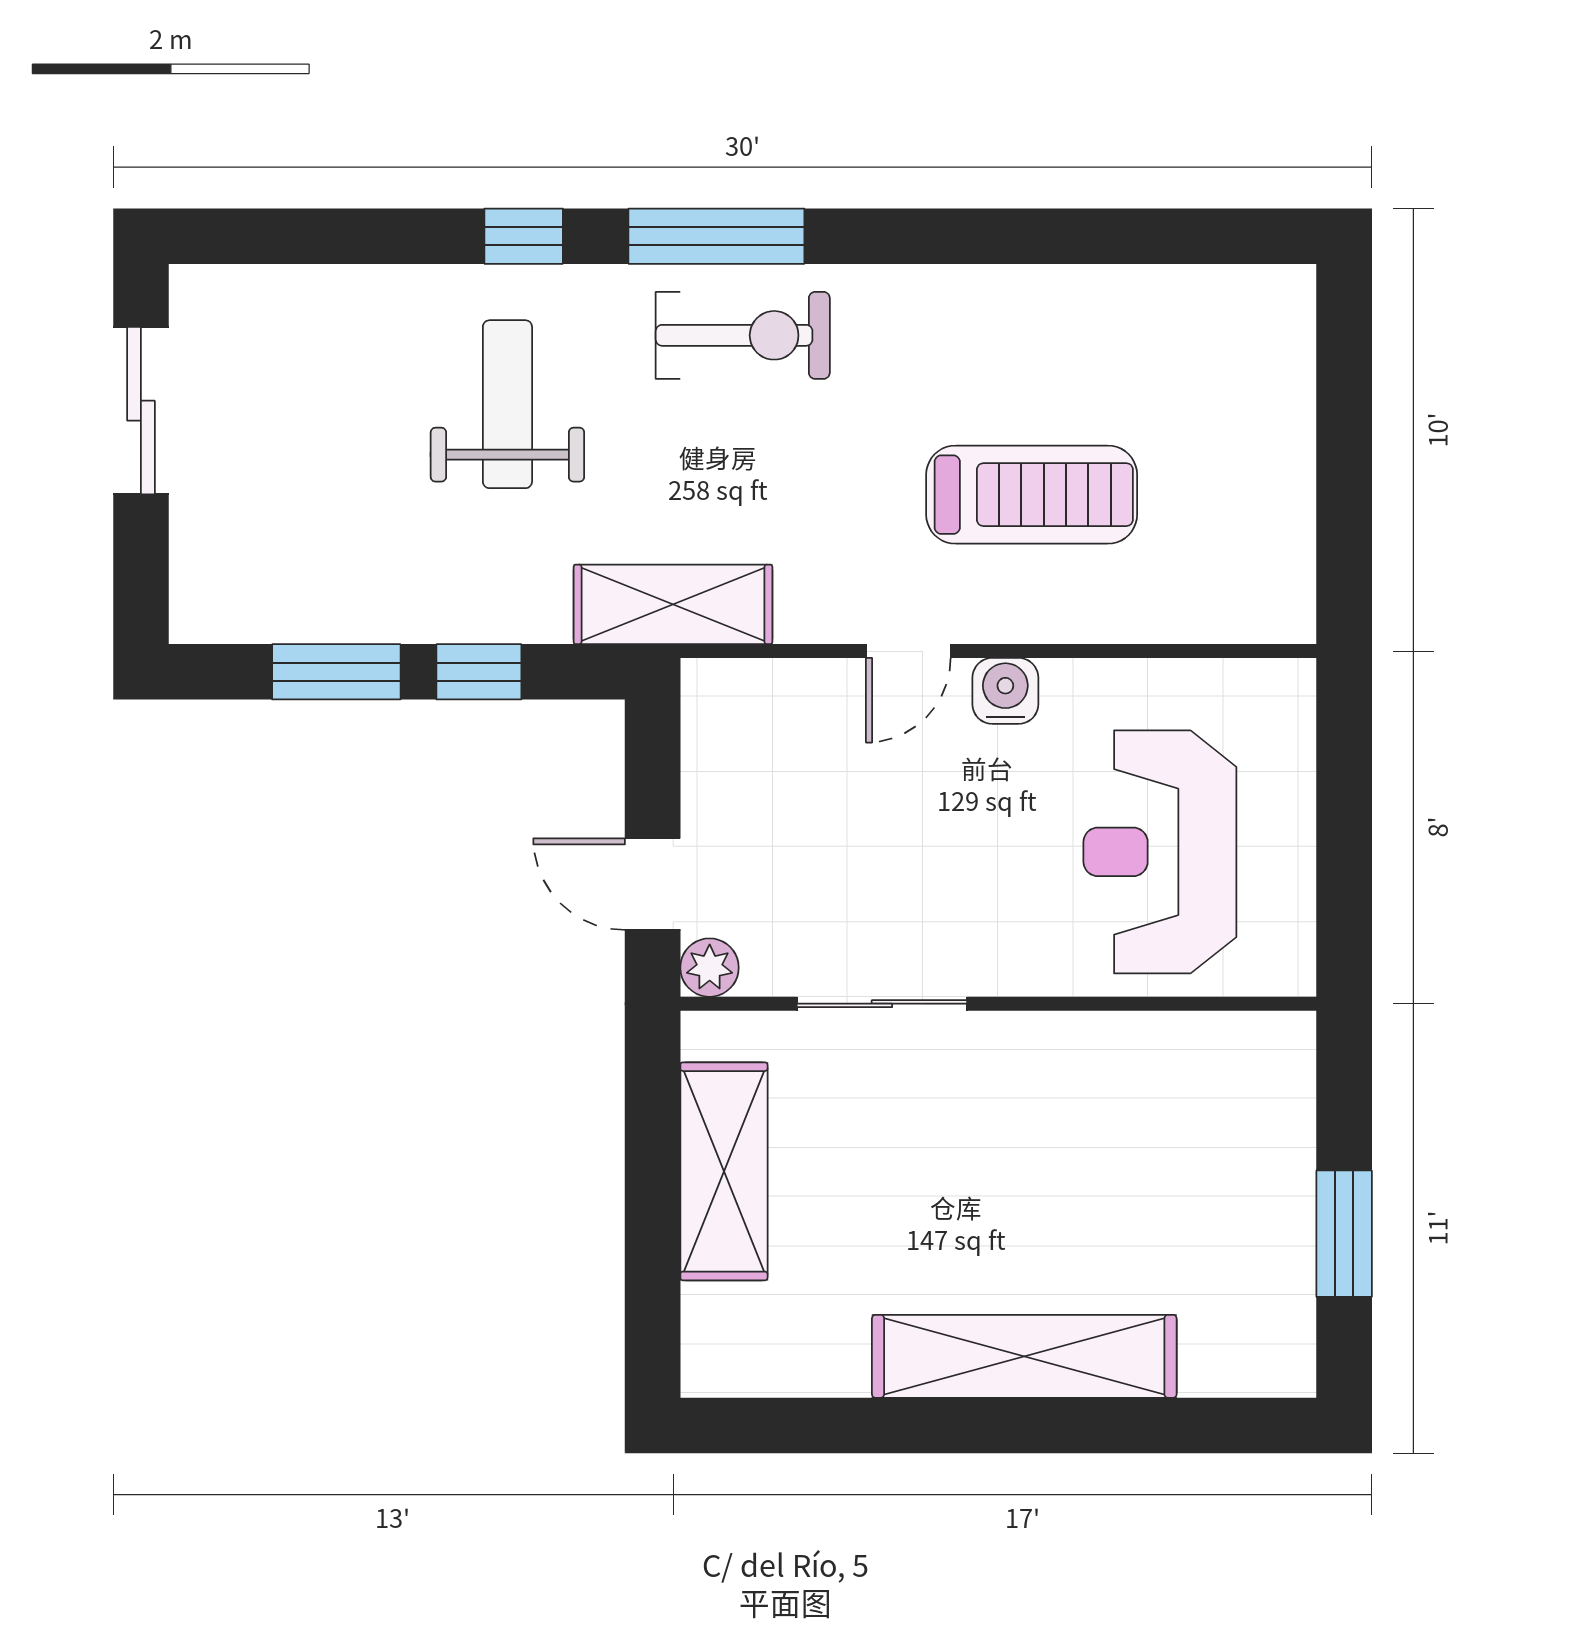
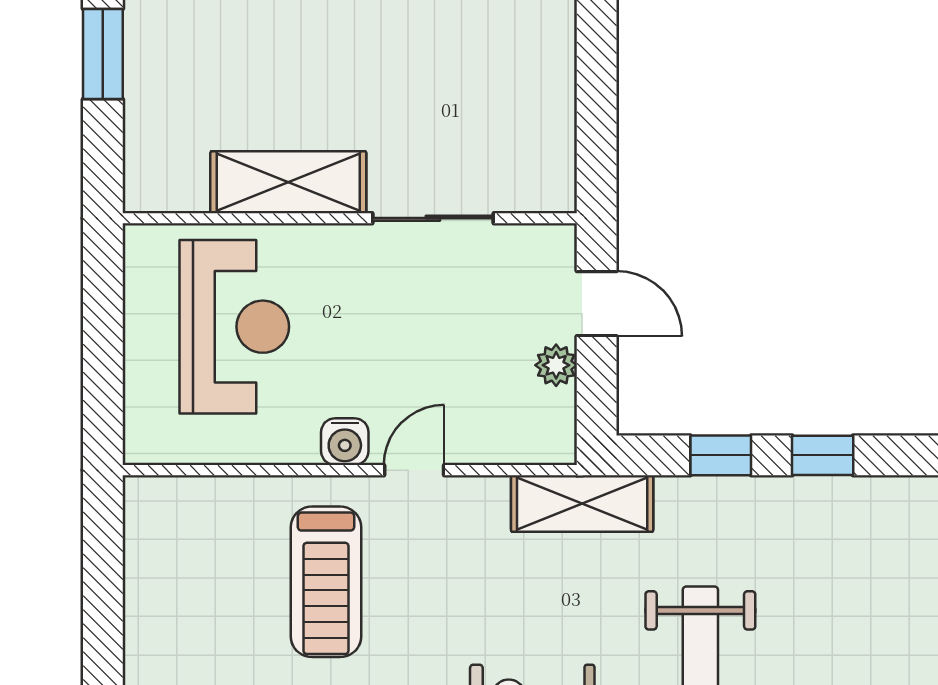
treadmill: (1032, 495) -> (326, 582), turned -90
window: (336, 672) -> (823, 455), width x0.67
plant: (710, 968) -> (556, 365), moved
shelving: (724, 1171) -> (288, 182), moved, turned 90

